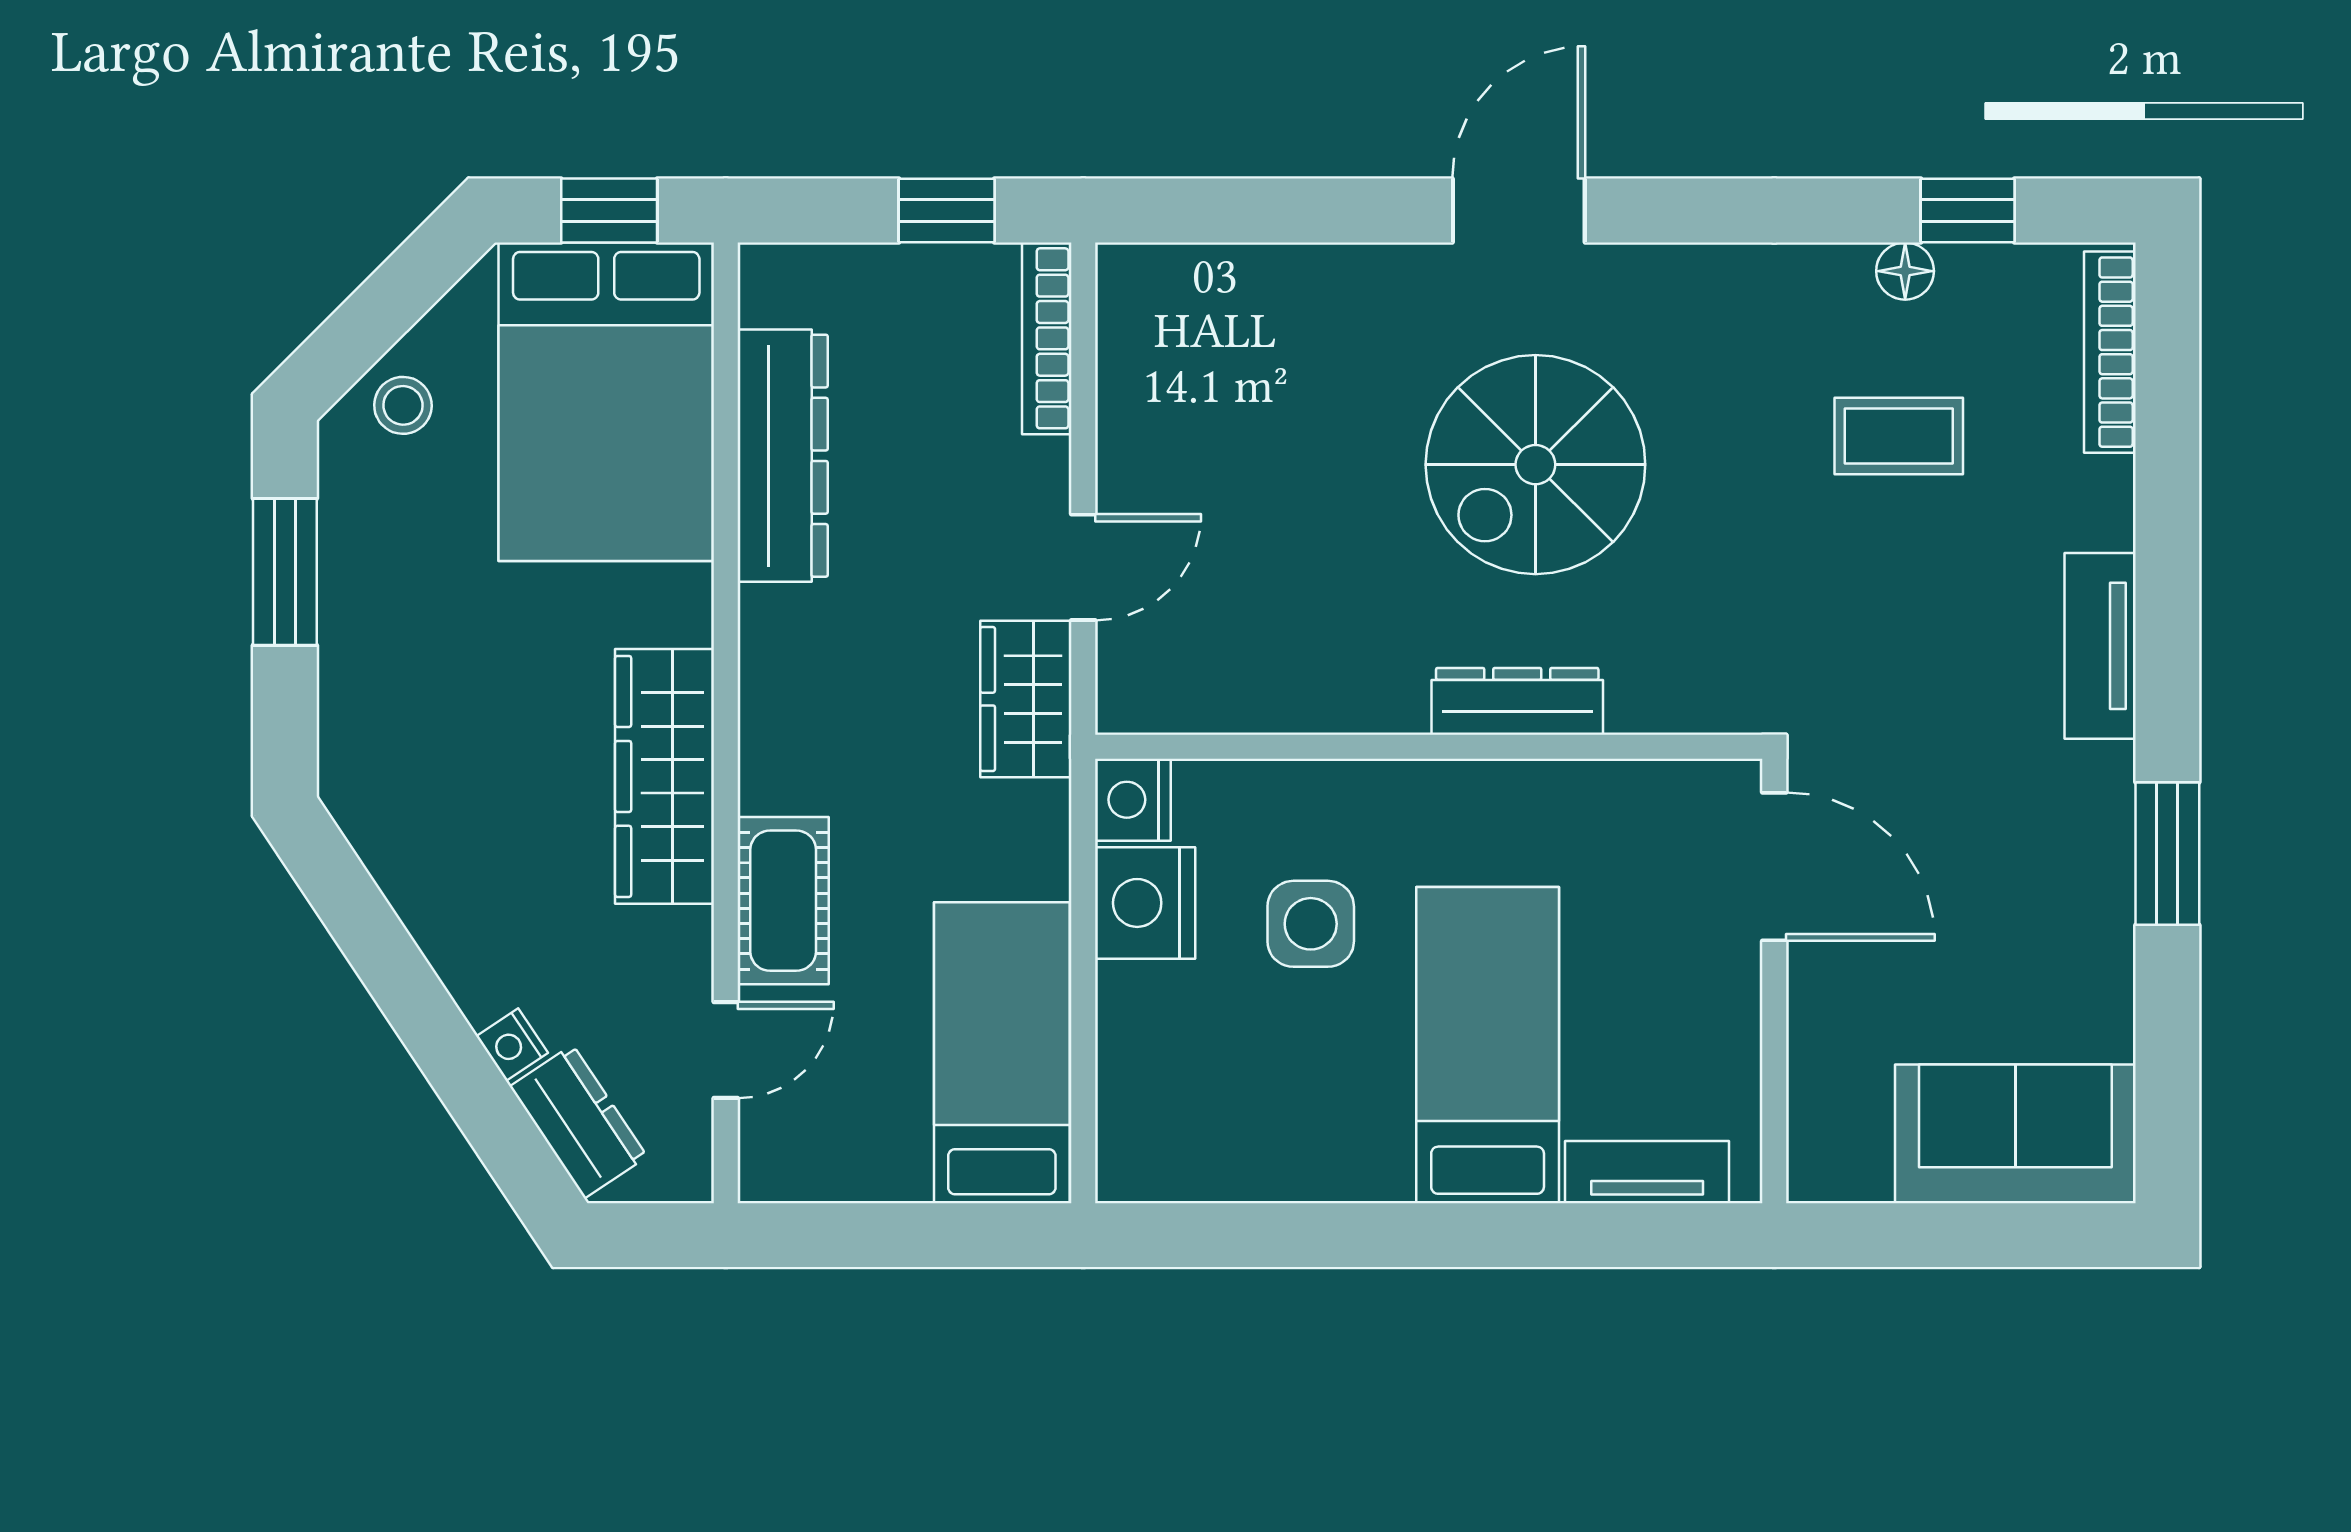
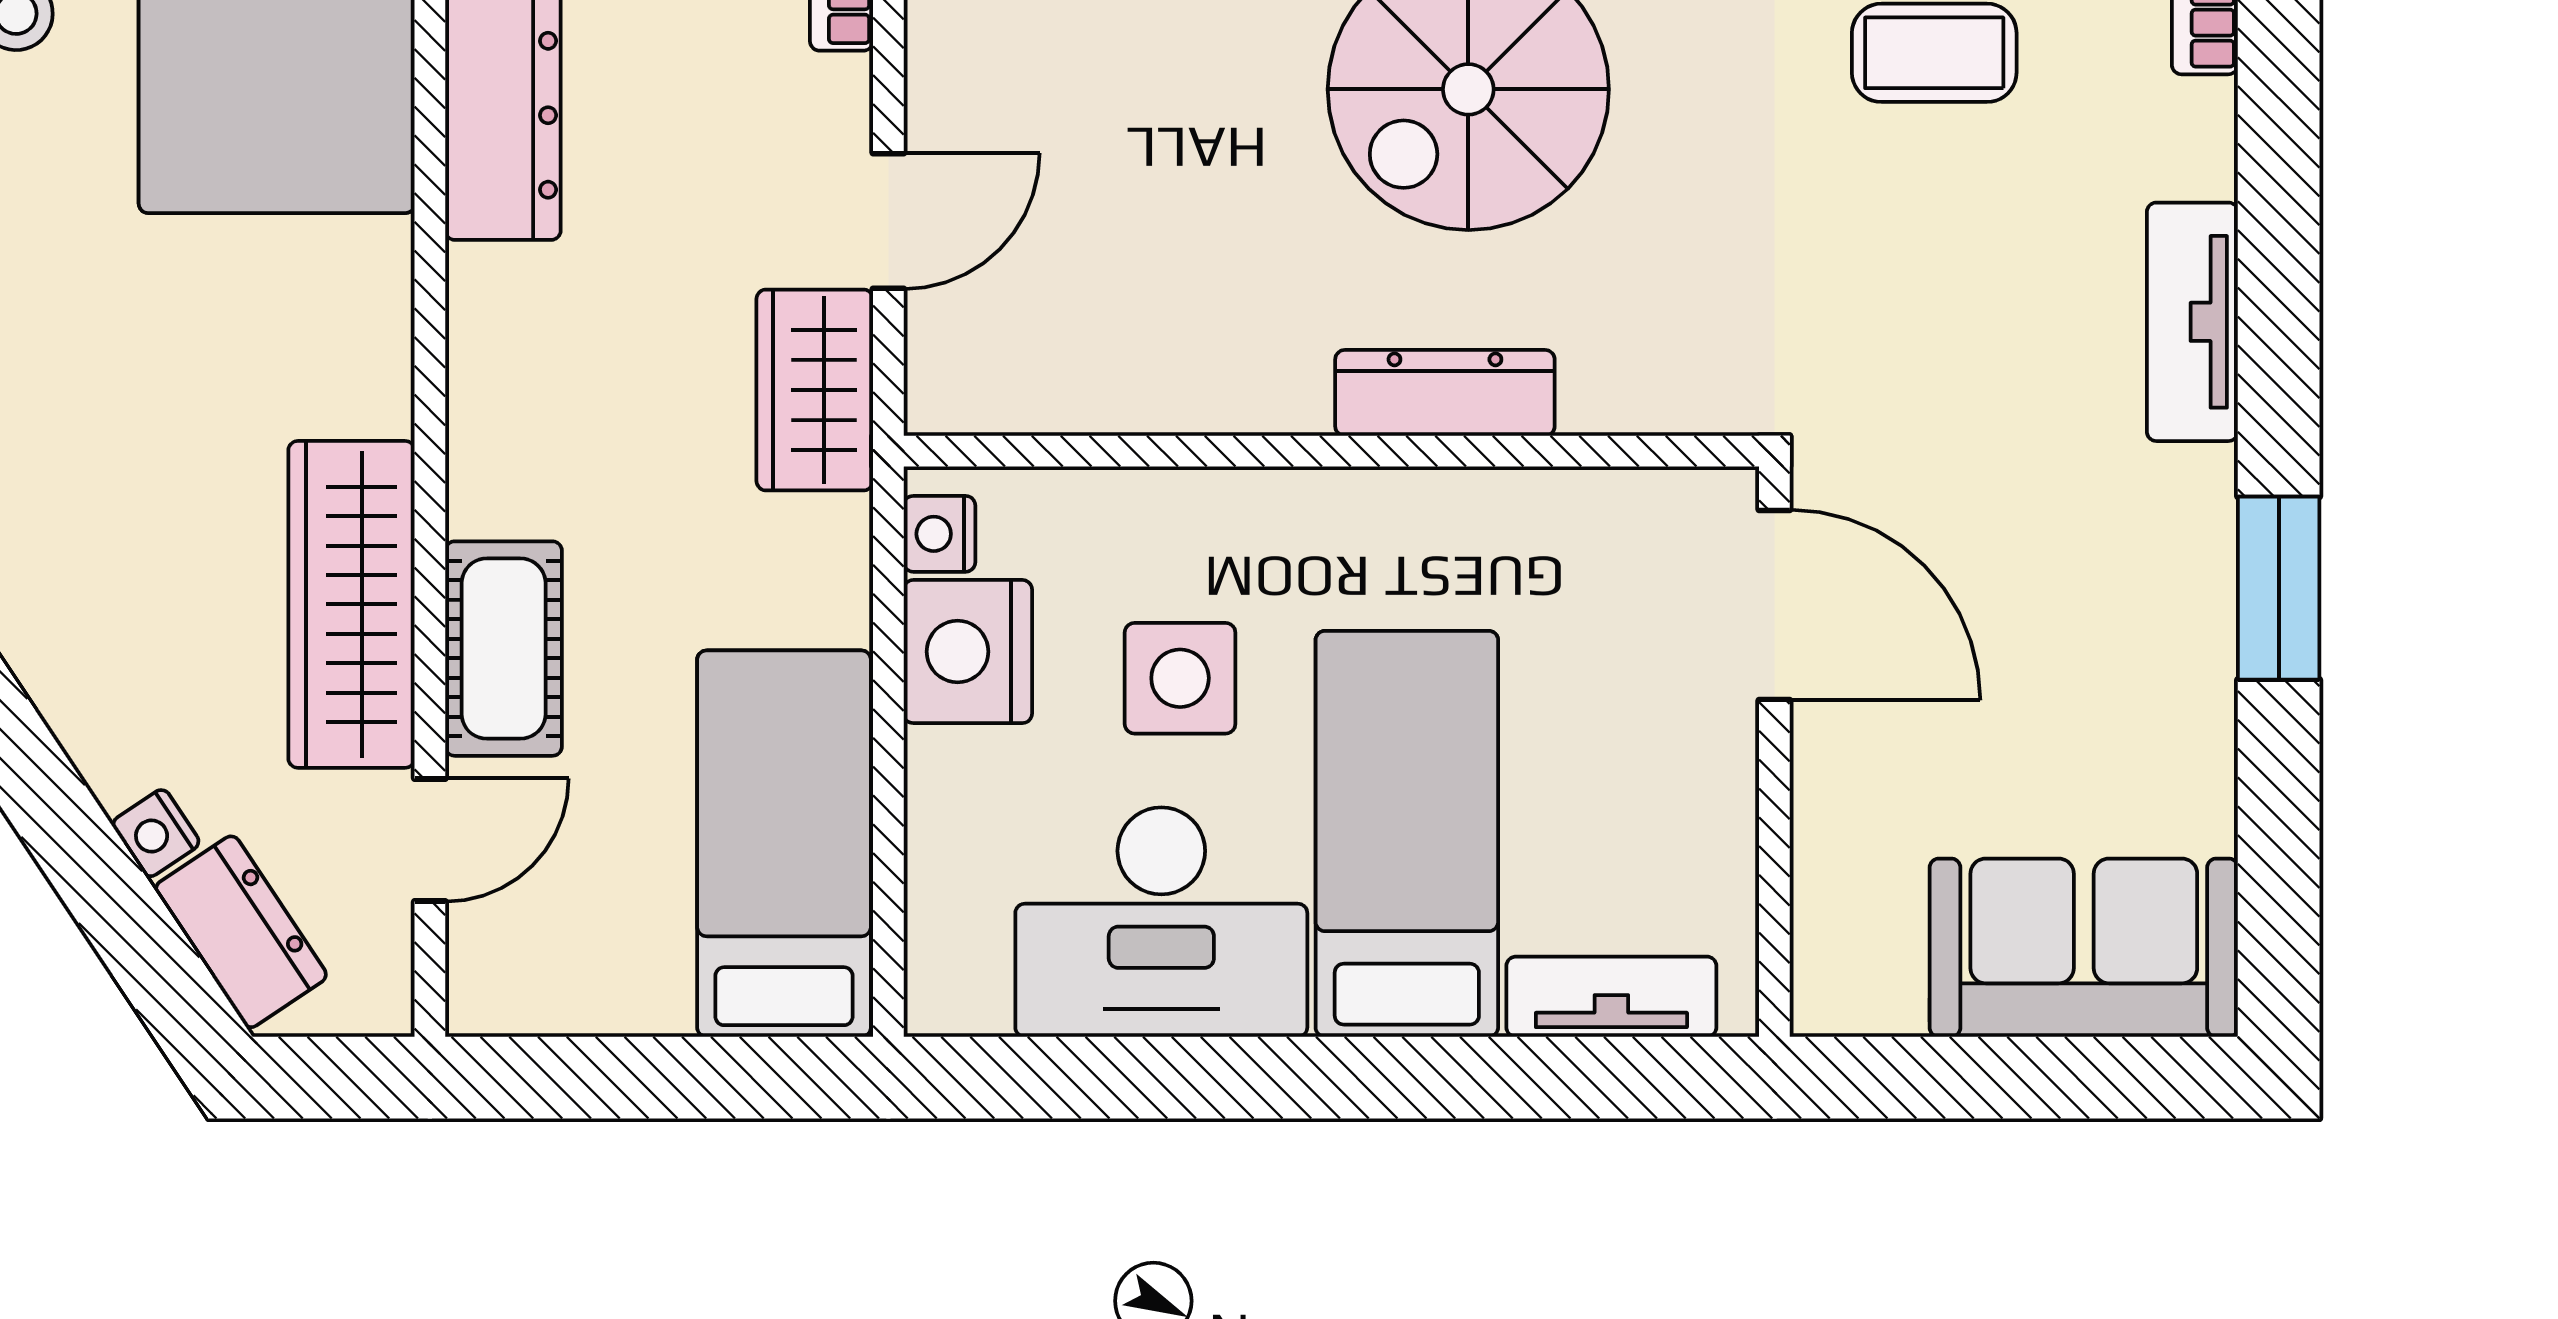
wardrobe: (665, 776) -> (351, 604), moved
nightstand: (1133, 800) -> (939, 534), width x0.72, depth x0.74
desk: (1296, 1114) -> (1161, 922), added

